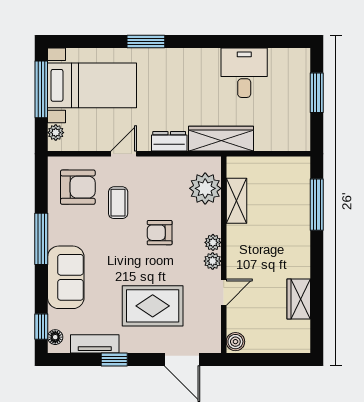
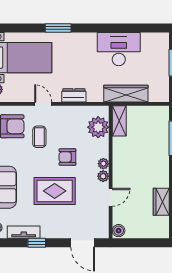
desk: (244, 73) -> (119, 49), width x1.37
wardrobe: (221, 139) -> (126, 94), moved
door: (124, 154) -> (43, 104), hinge flipped
shelving: (236, 201) -> (119, 121), moved
rug: (153, 306) -> (55, 191), moved

